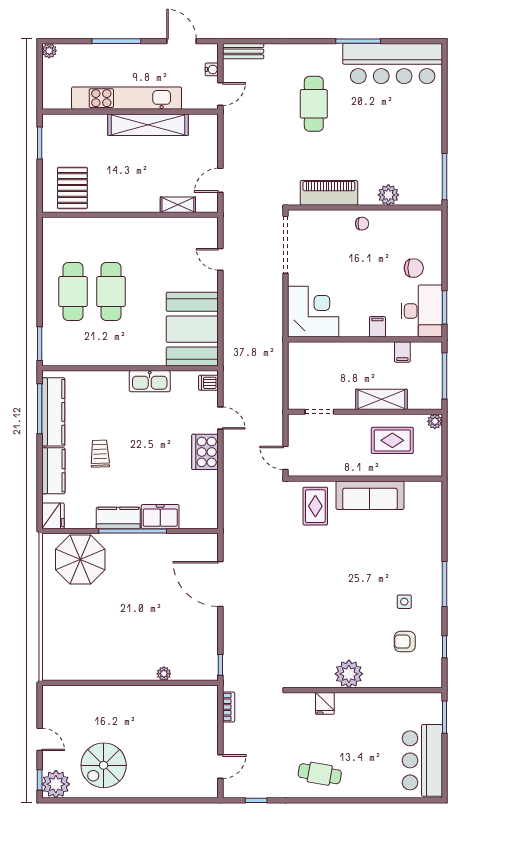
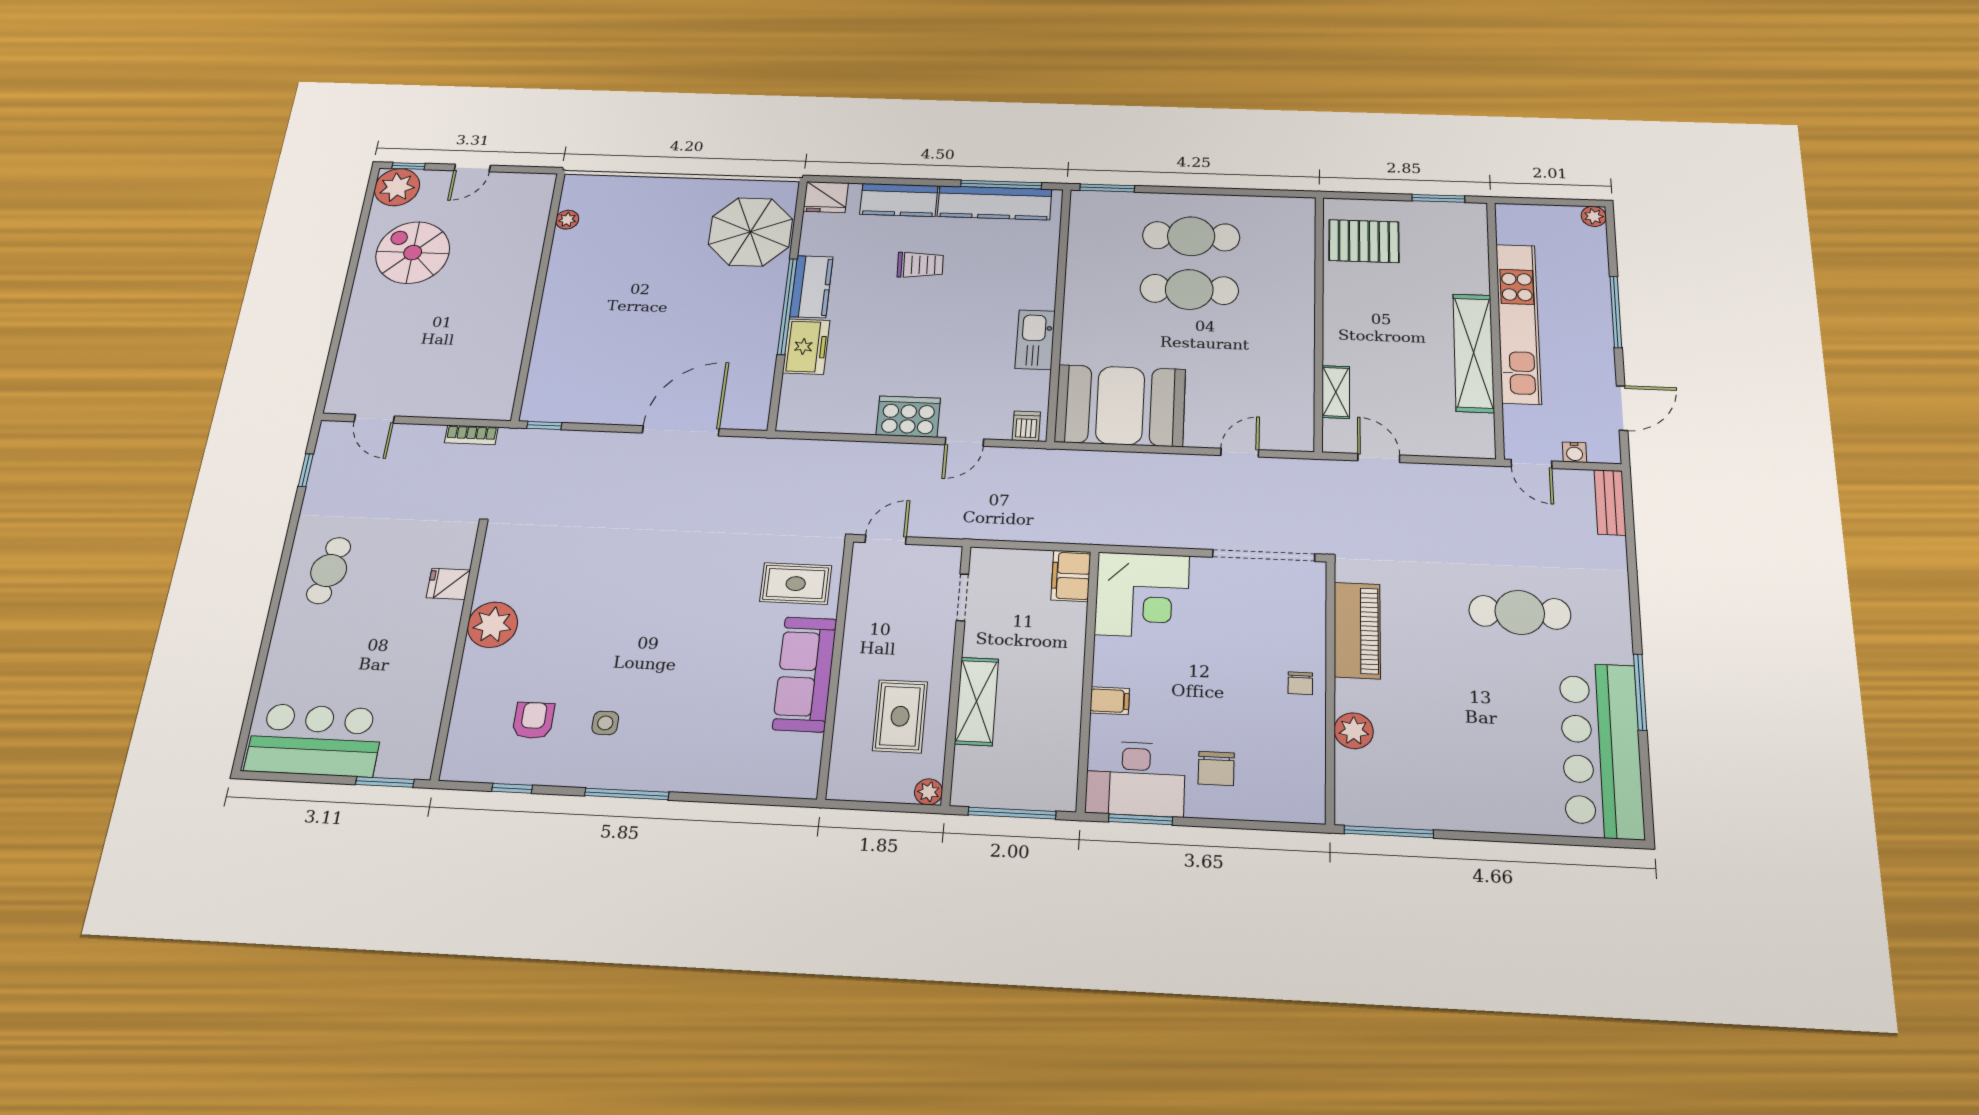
filing cabinet: (402, 352) -> (1071, 576), moved, width x2.00
plant: (164, 674) -> (567, 220), moved

